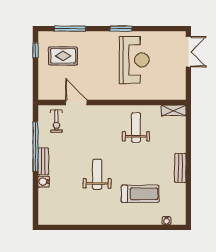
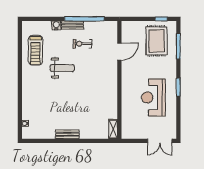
rug: (63, 56) -> (157, 41), width x1.36, depth x1.43
reception desk: (134, 60) -> (153, 98), turned 90
exercise bike: (56, 121) -> (82, 44), moved
weight bench: (136, 127) -> (100, 99), removed
treadmill: (140, 194) -> (36, 50), moved

